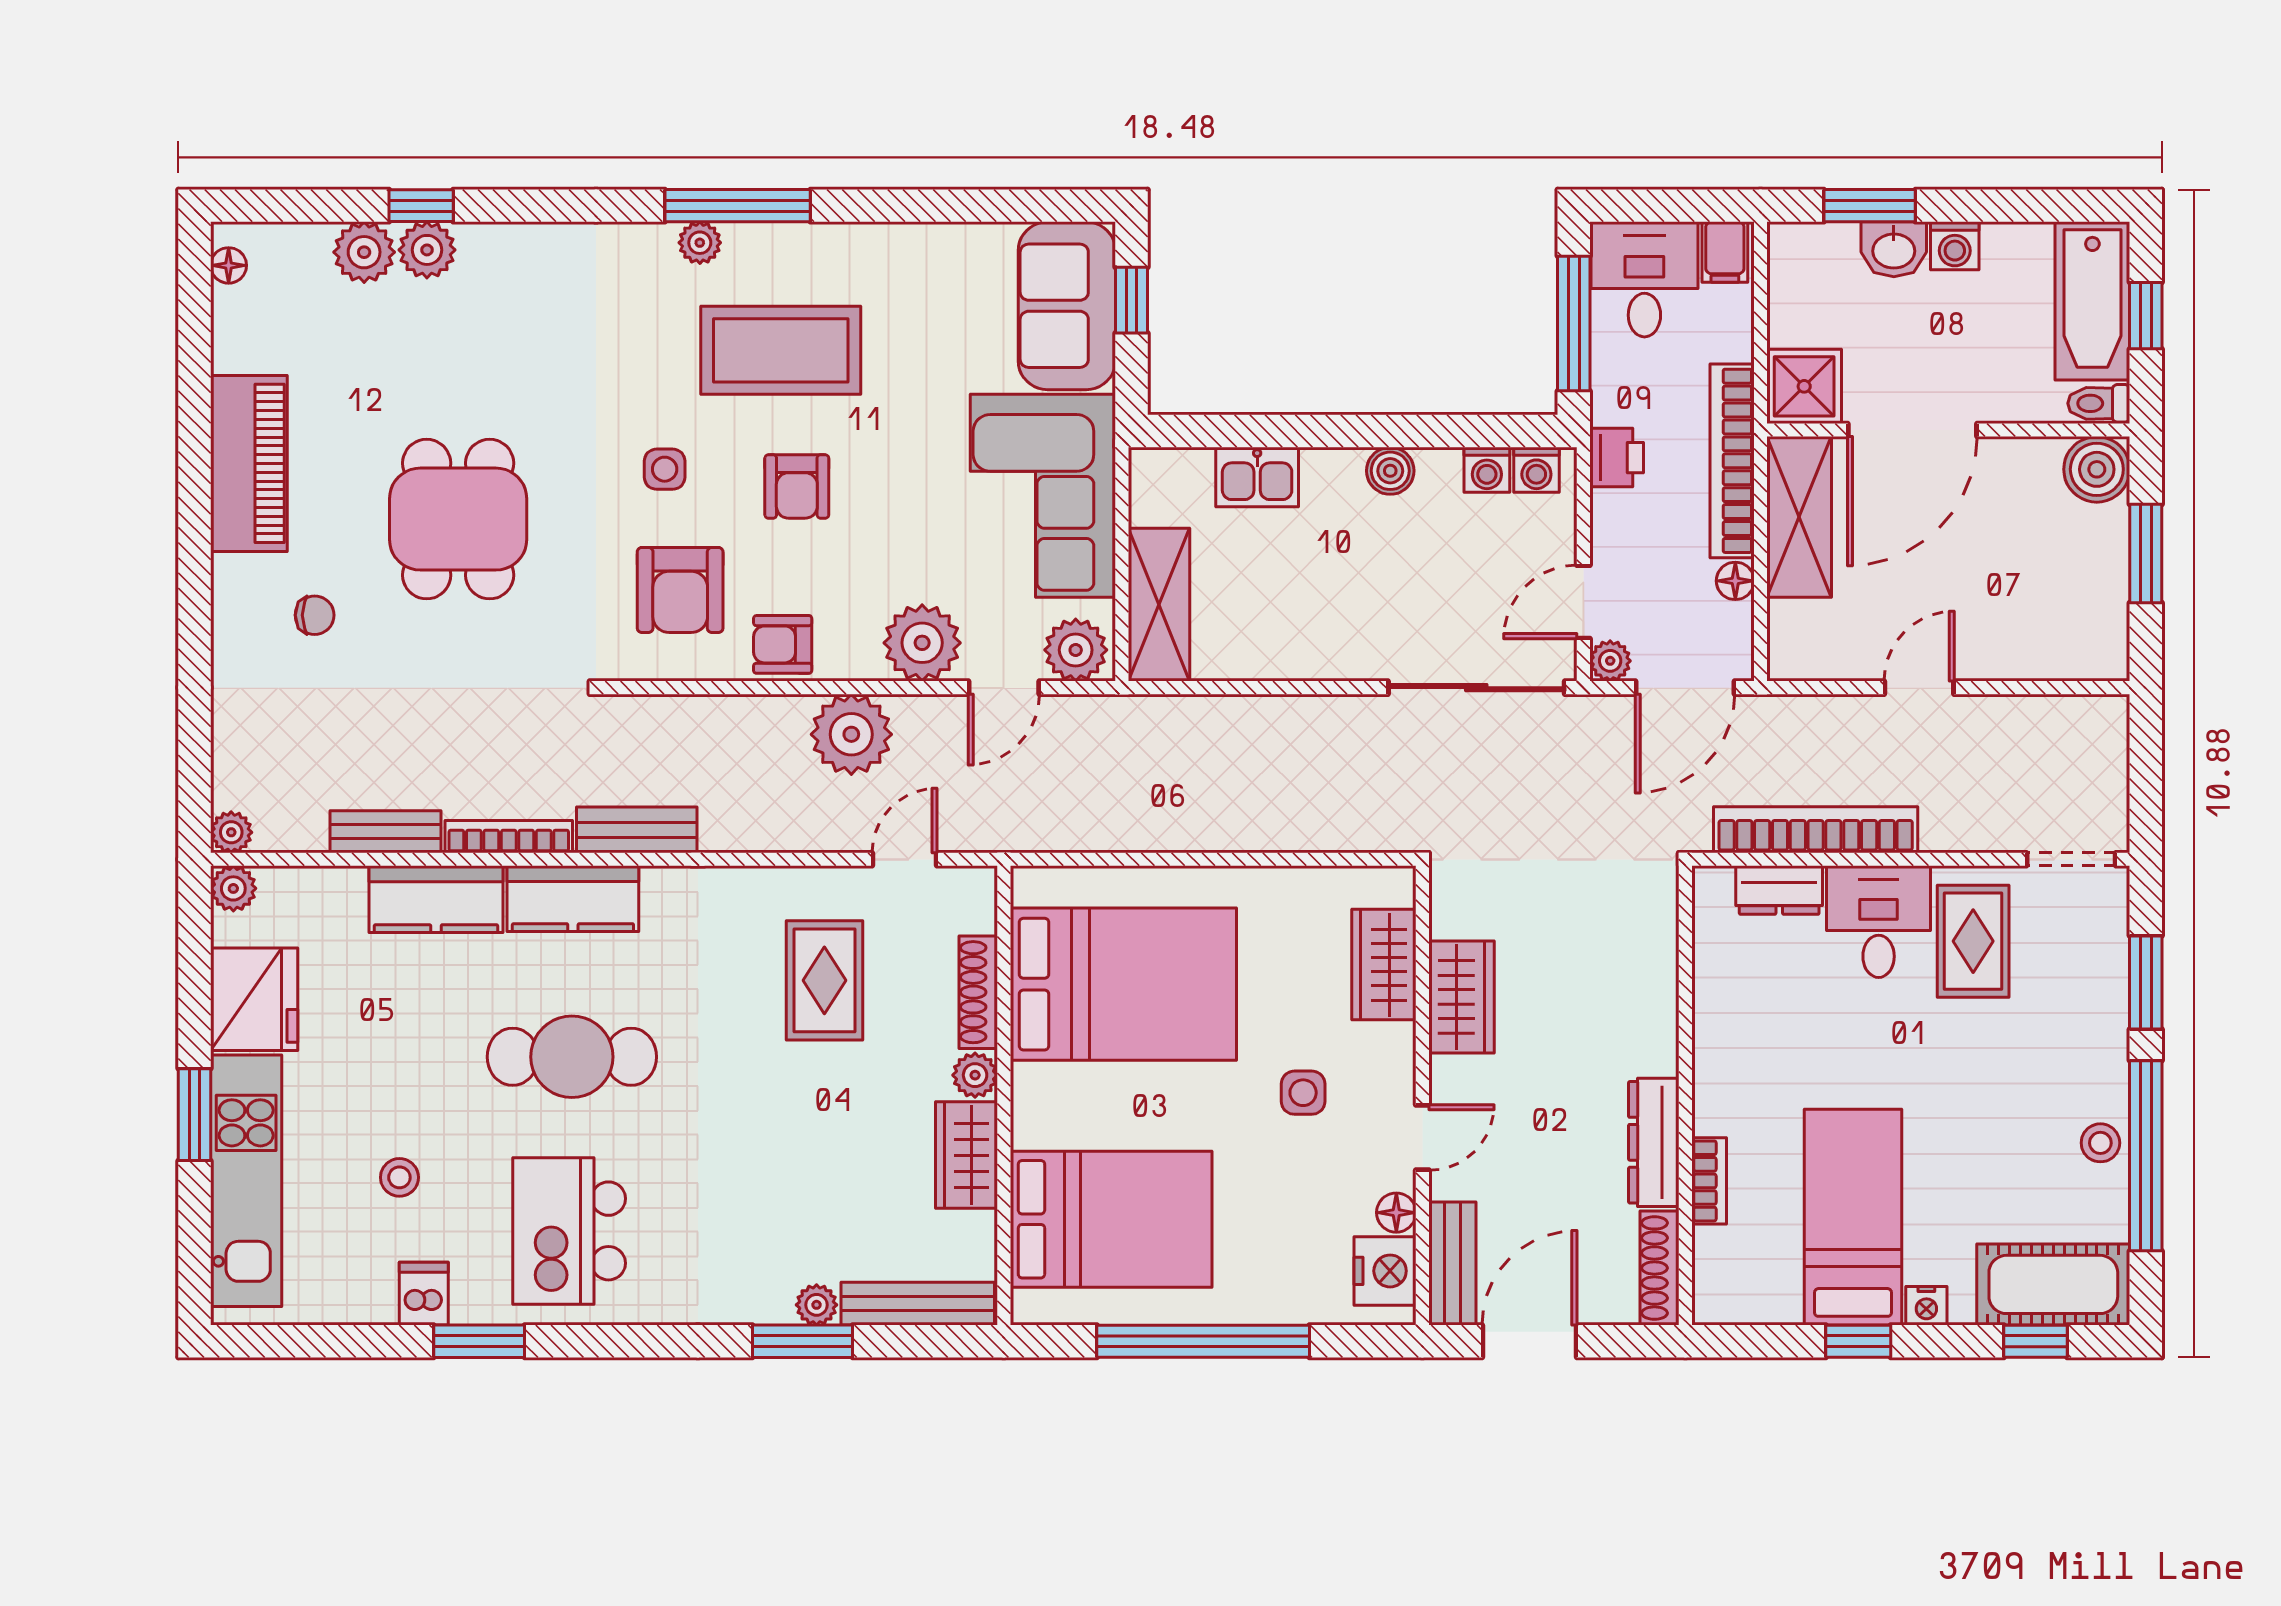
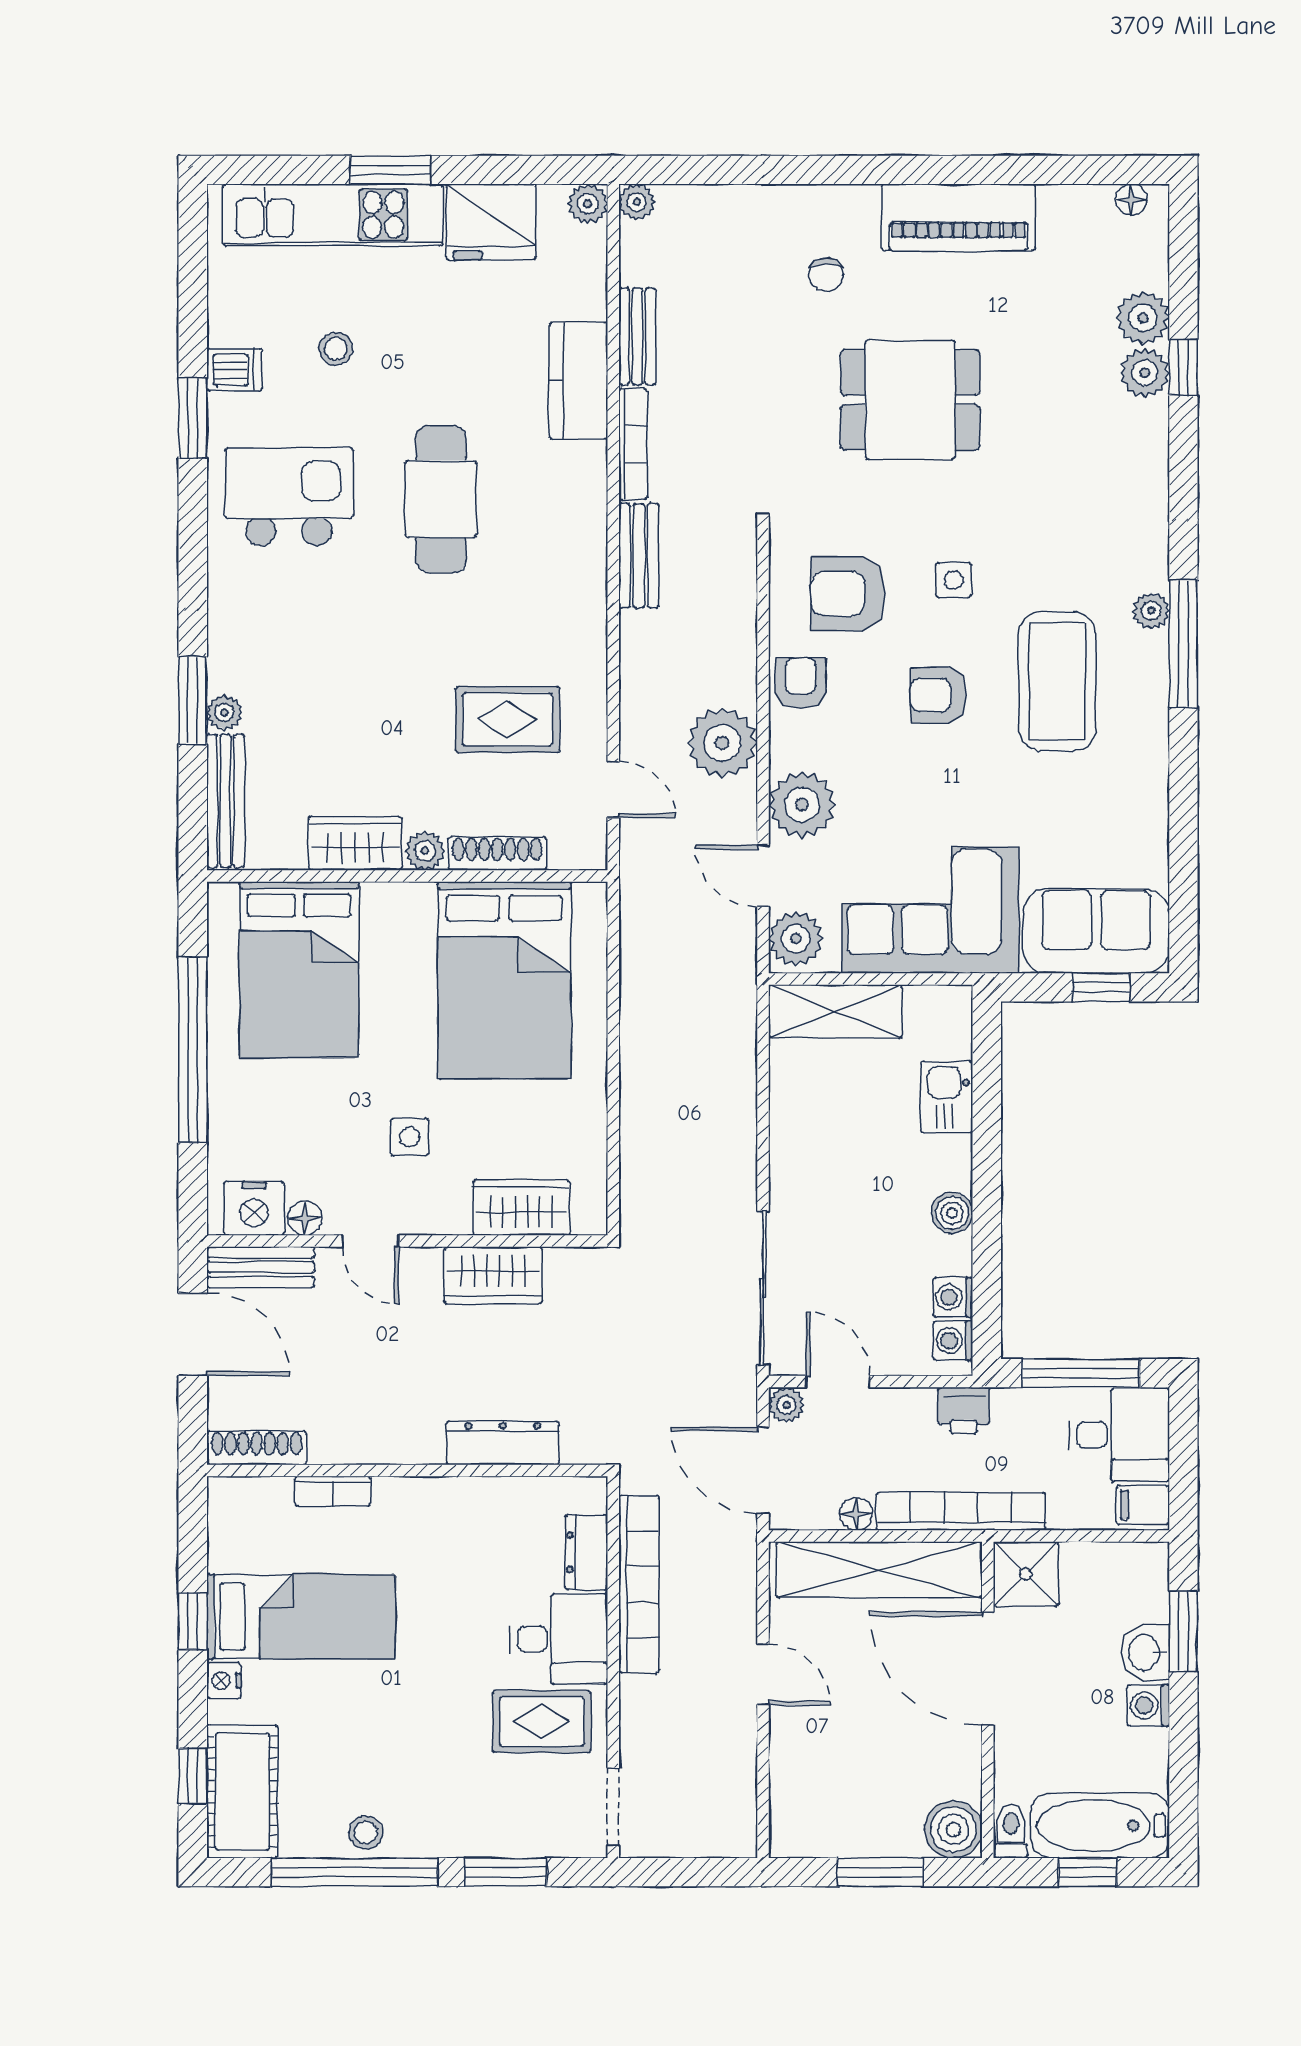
shelving: (1799, 517) -> (879, 1570), width x1.47
kitchen counter: (573, 899) -> (579, 500), removed
dresser: (1654, 1142) -> (503, 1443), moved

